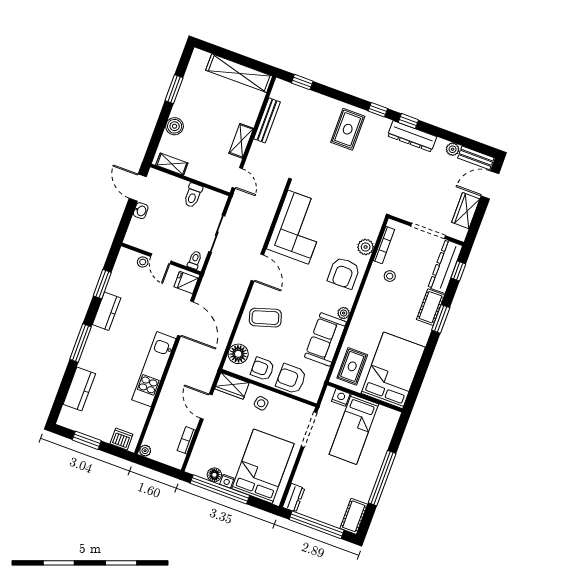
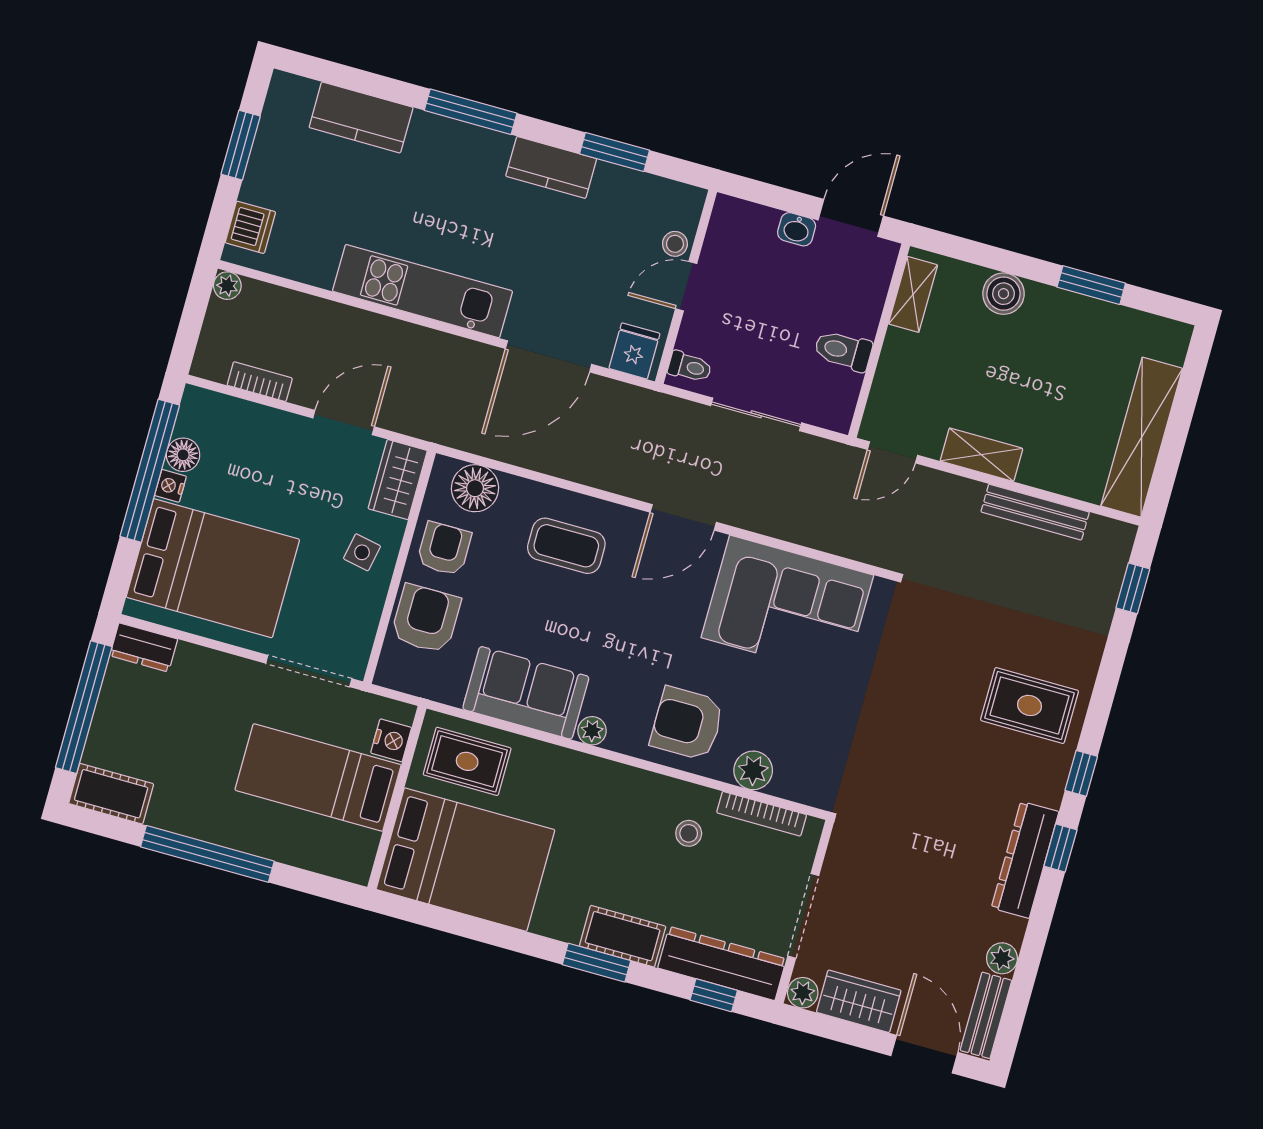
plant: (460, 234) -> (803, 993), added
coffee table: (265, 318) -> (566, 546), turned -73

